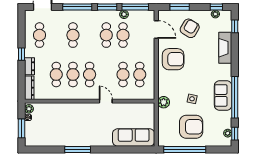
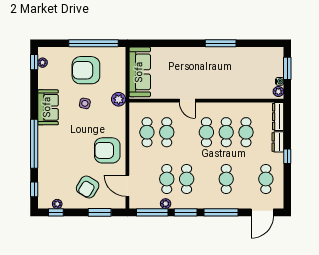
fireplace: (225, 48) -> (45, 164), removed
window: (235, 97) -> (34, 144), moved
sofa: (134, 137) -> (140, 72), moved, turned -90

